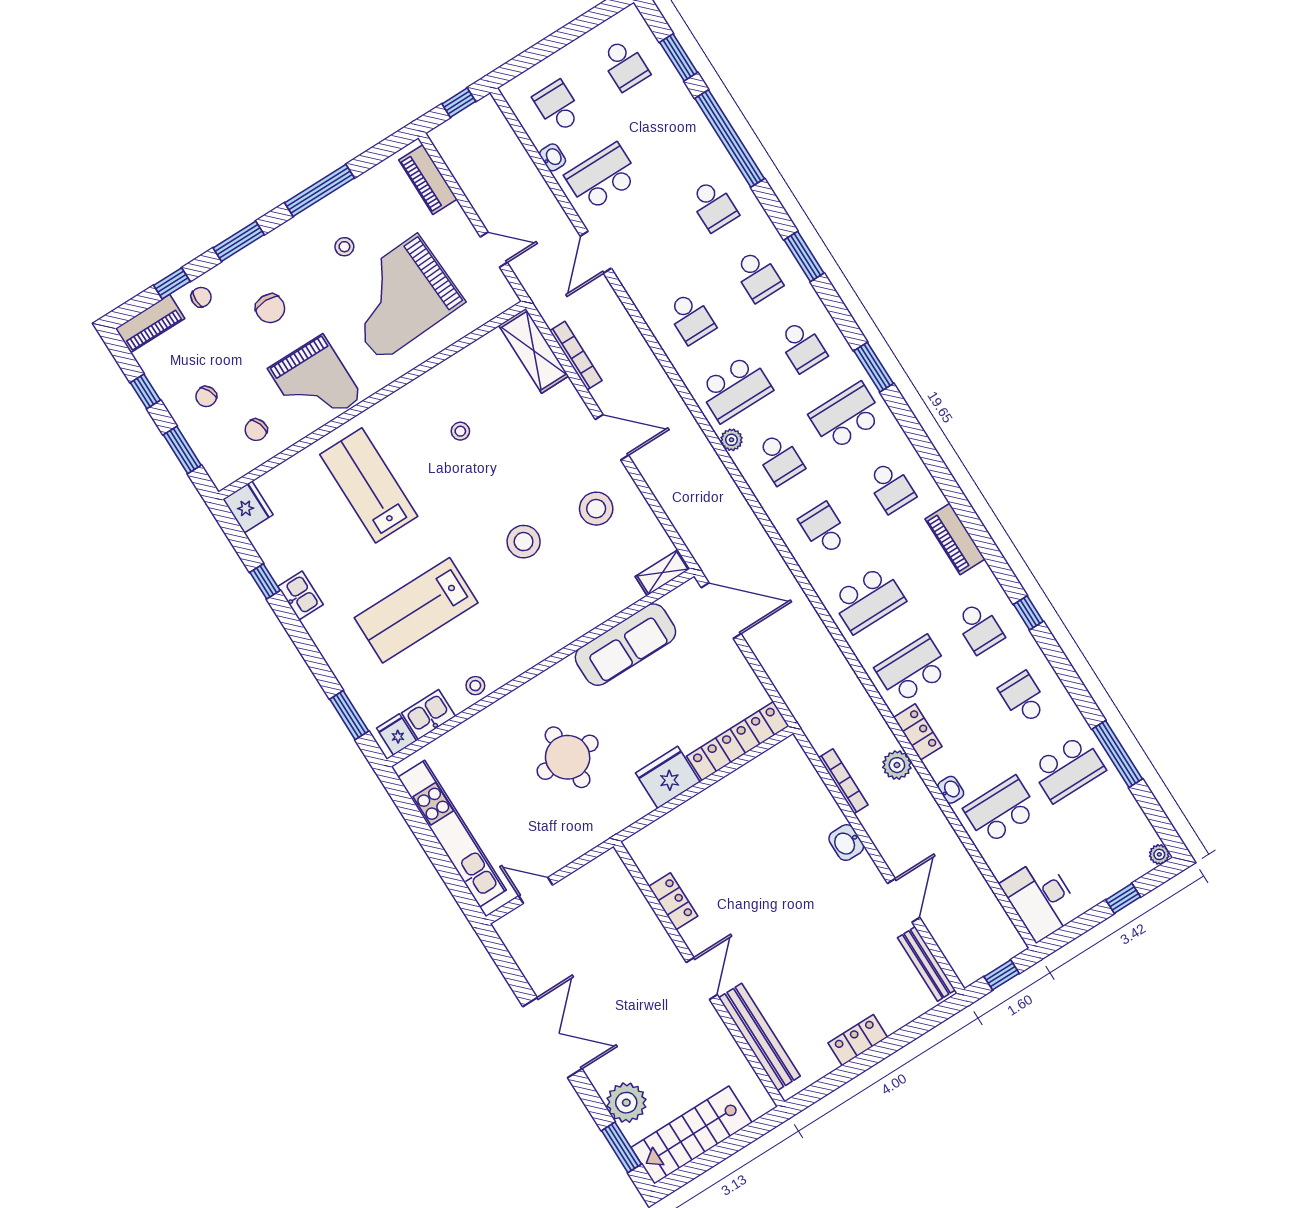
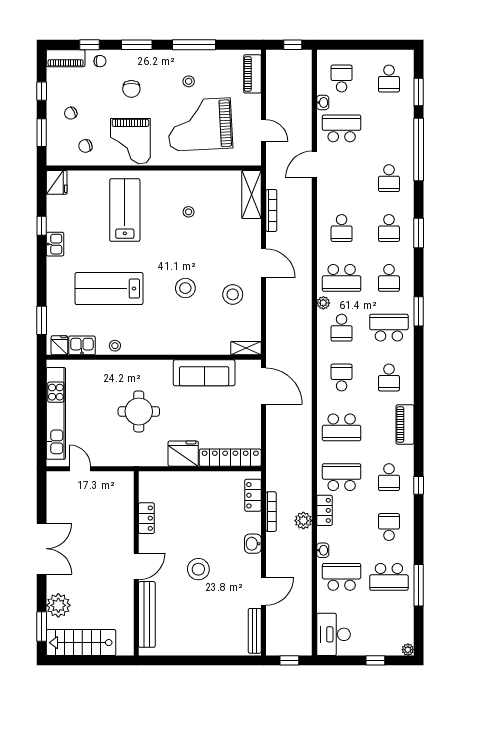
stool: (792, 927) -> (198, 569), added
locker: (858, 1040) -> (253, 495), moved, turned -90

